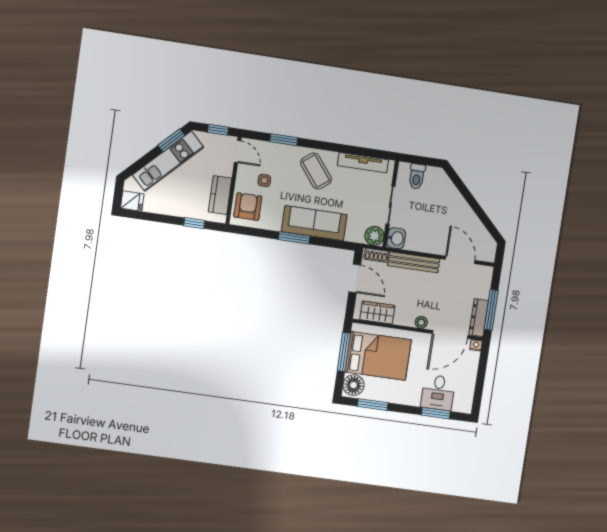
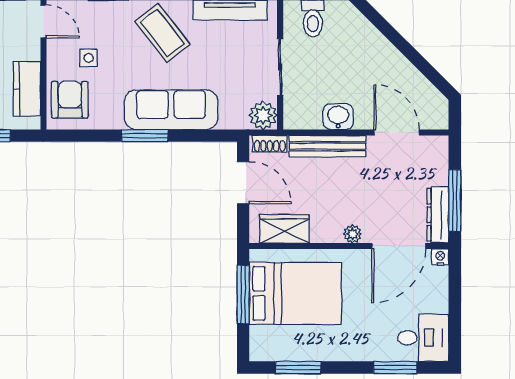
washbasin: (396, 238) -> (338, 117), moved, turned -90
floor lamp: (354, 385) -> (265, 342), removed
desk: (438, 393) -> (423, 338), moved, turned -90

